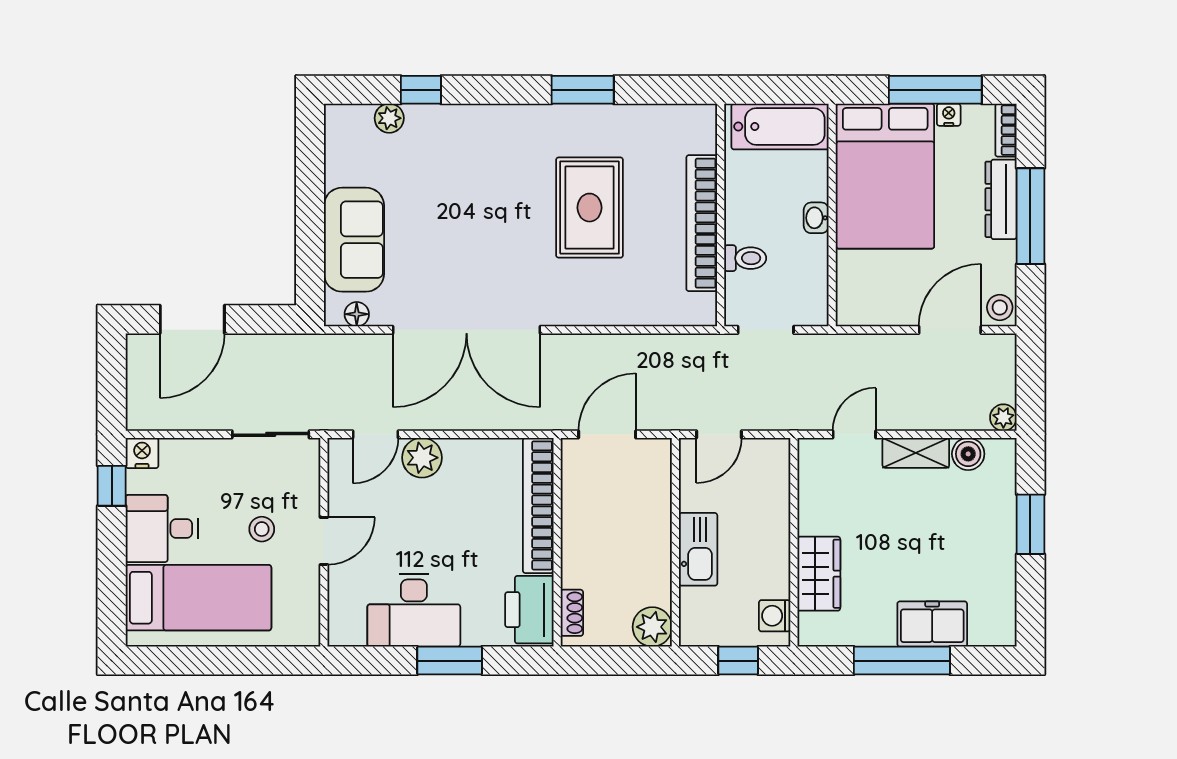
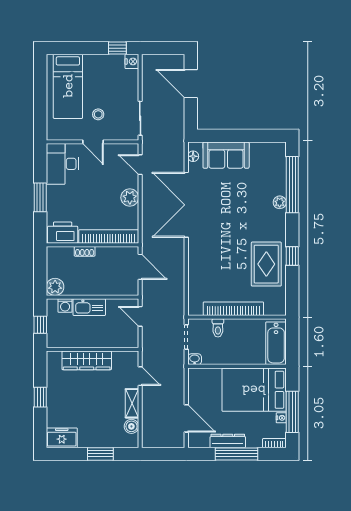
window: (421, 90) -> (292, 185), width x3.17
window: (583, 90) -> (292, 256), width x0.67
plant: (389, 118) -> (280, 202), moved
dresser: (1001, 199) -> (228, 441), moved
rug: (590, 208) -> (266, 264), moved, turned 90
washbasin: (816, 218) -> (195, 359), moved
stool: (1000, 307) -> (196, 440), removed
plant: (1003, 418) -> (147, 442), removed
plant: (422, 458) -> (130, 198), moved
desk: (162, 529) -> (98, 70), removed
wardrobe: (819, 574) -> (87, 360), width x1.50
desk: (414, 610) -> (62, 164), moved
shoe rack: (572, 613) -> (85, 251), moved
washing machine: (775, 616) -> (65, 306), moved, turned 180
freezer: (932, 624) -> (62, 438), moved, turned -90
window: (902, 661) -> (40, 397), width x0.46

